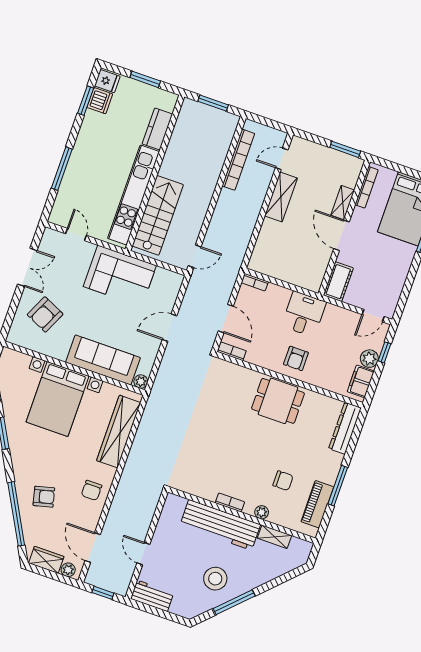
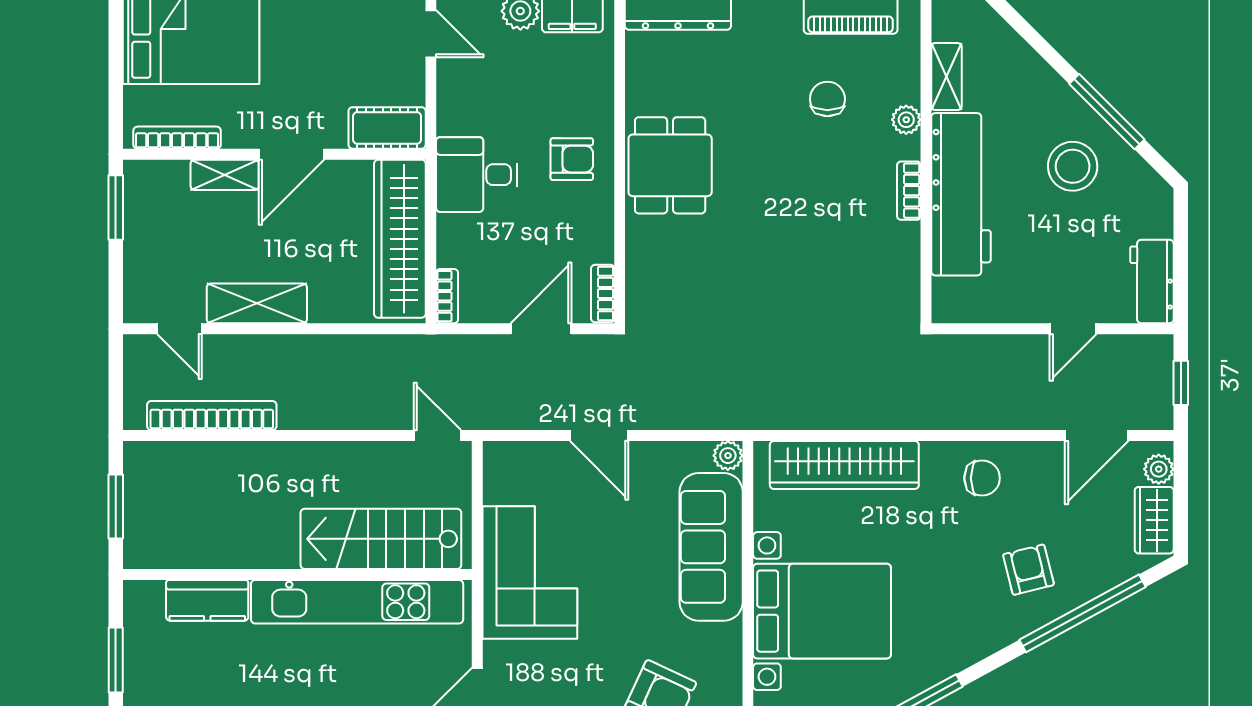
wardrobe: (287, 270) -> (400, 239), added

